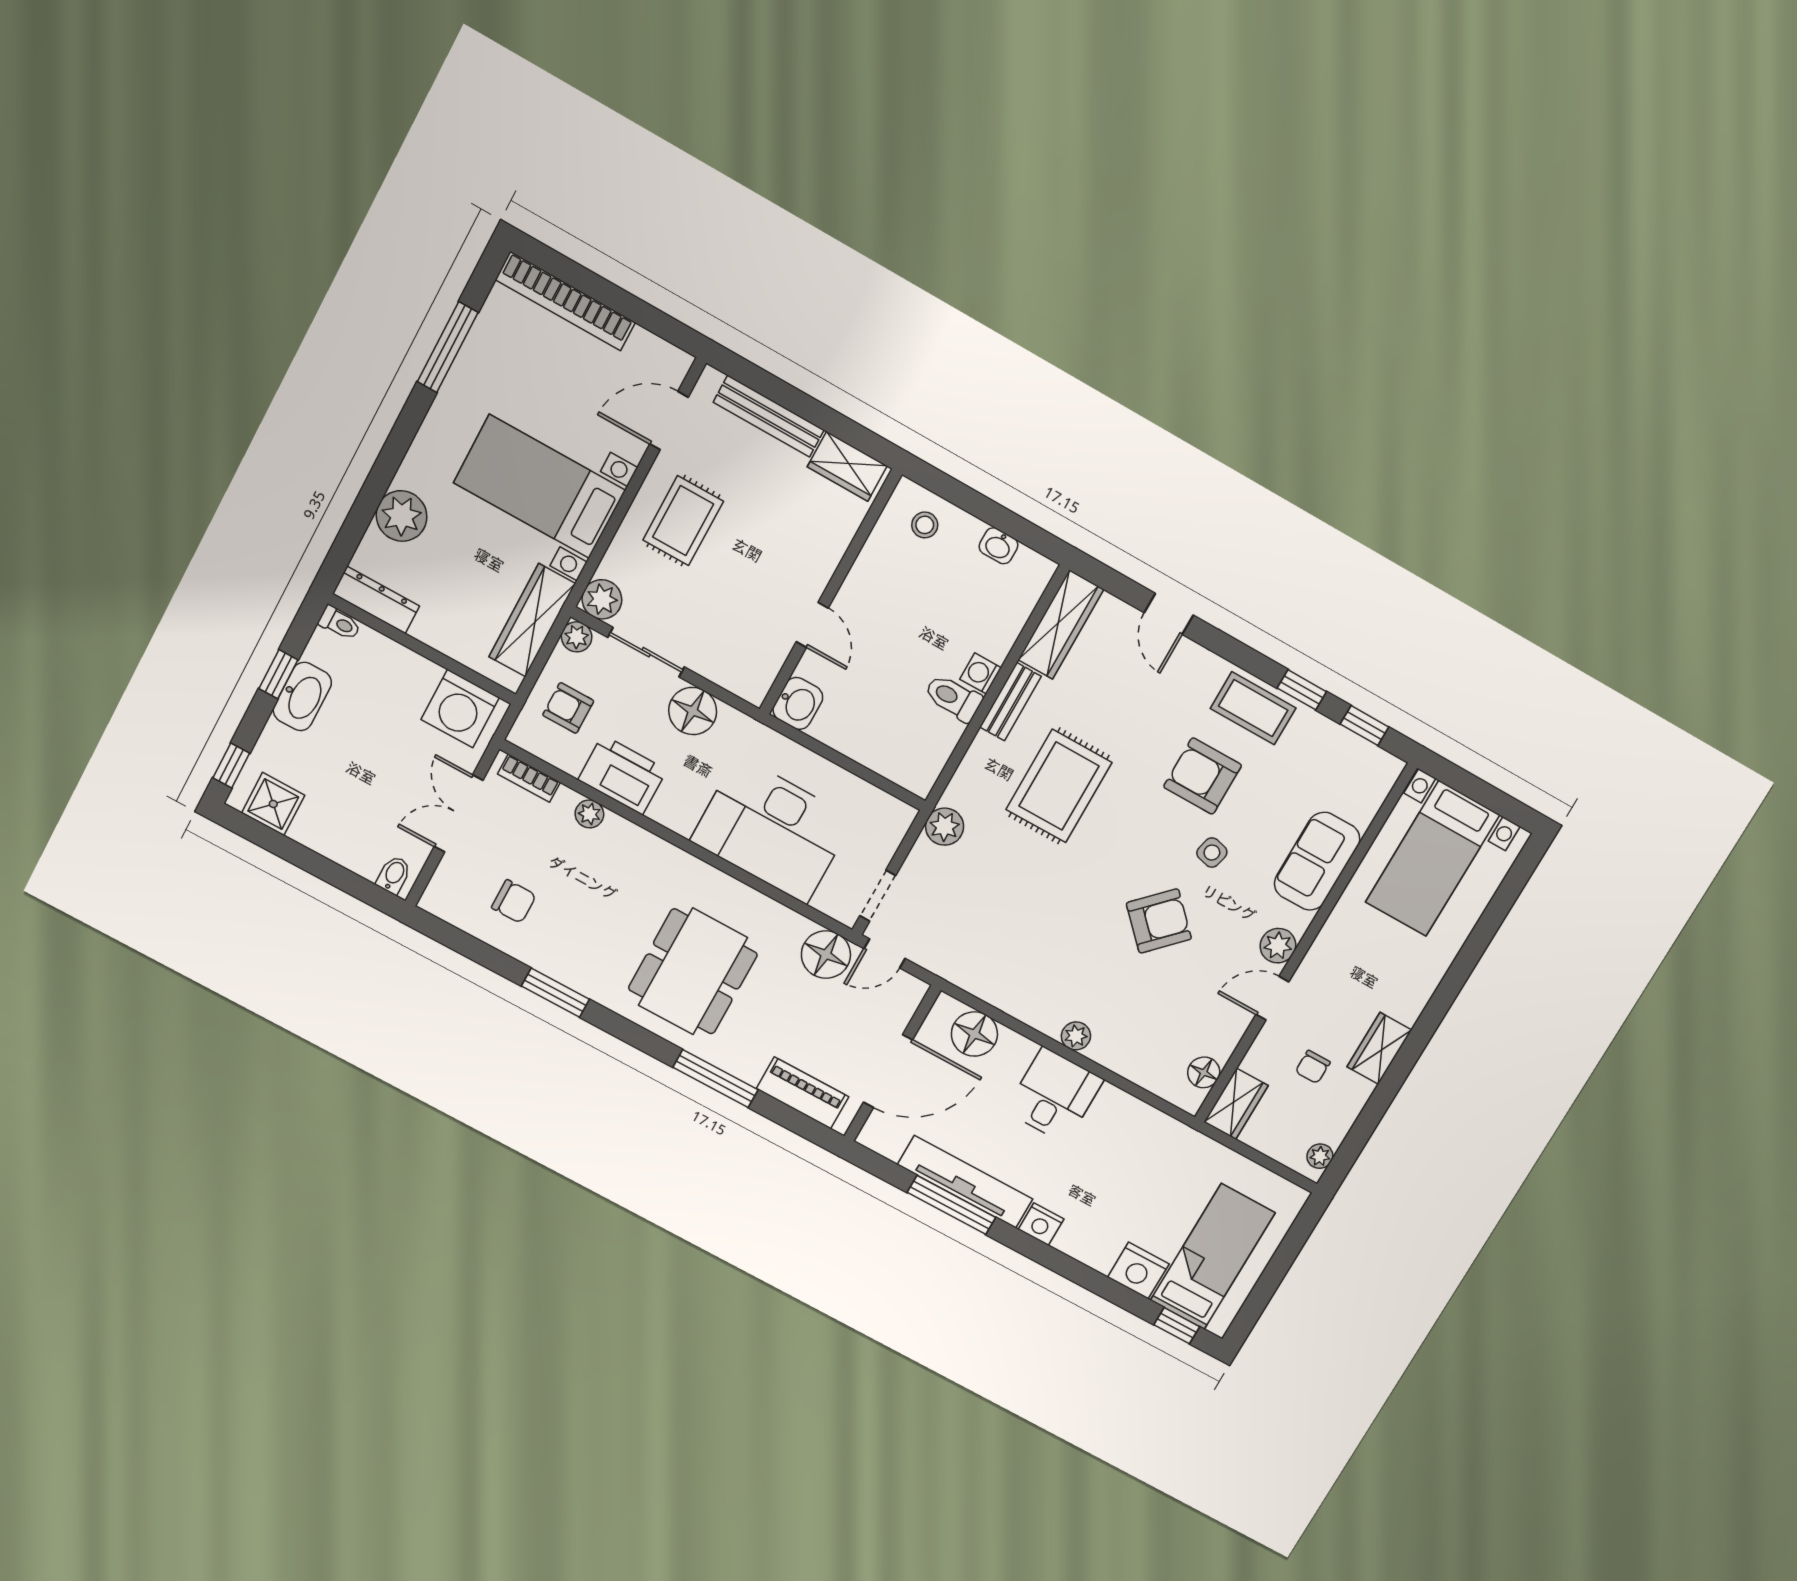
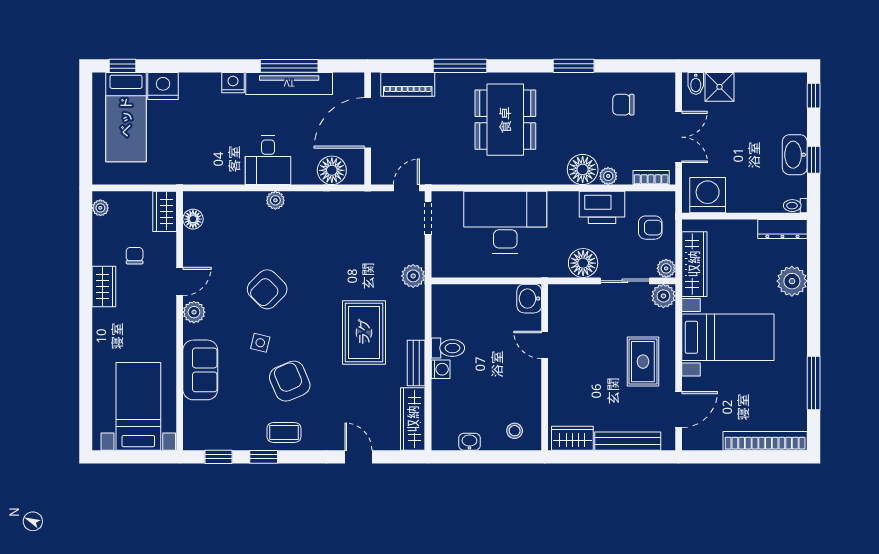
coffee table: (1253, 708) -> (284, 432), width x0.73, depth x0.77
armchair: (1203, 776) -> (290, 381), turned -113
shower: (273, 804) -> (719, 87), moved
floor lamp: (826, 955) -> (583, 169), moved

